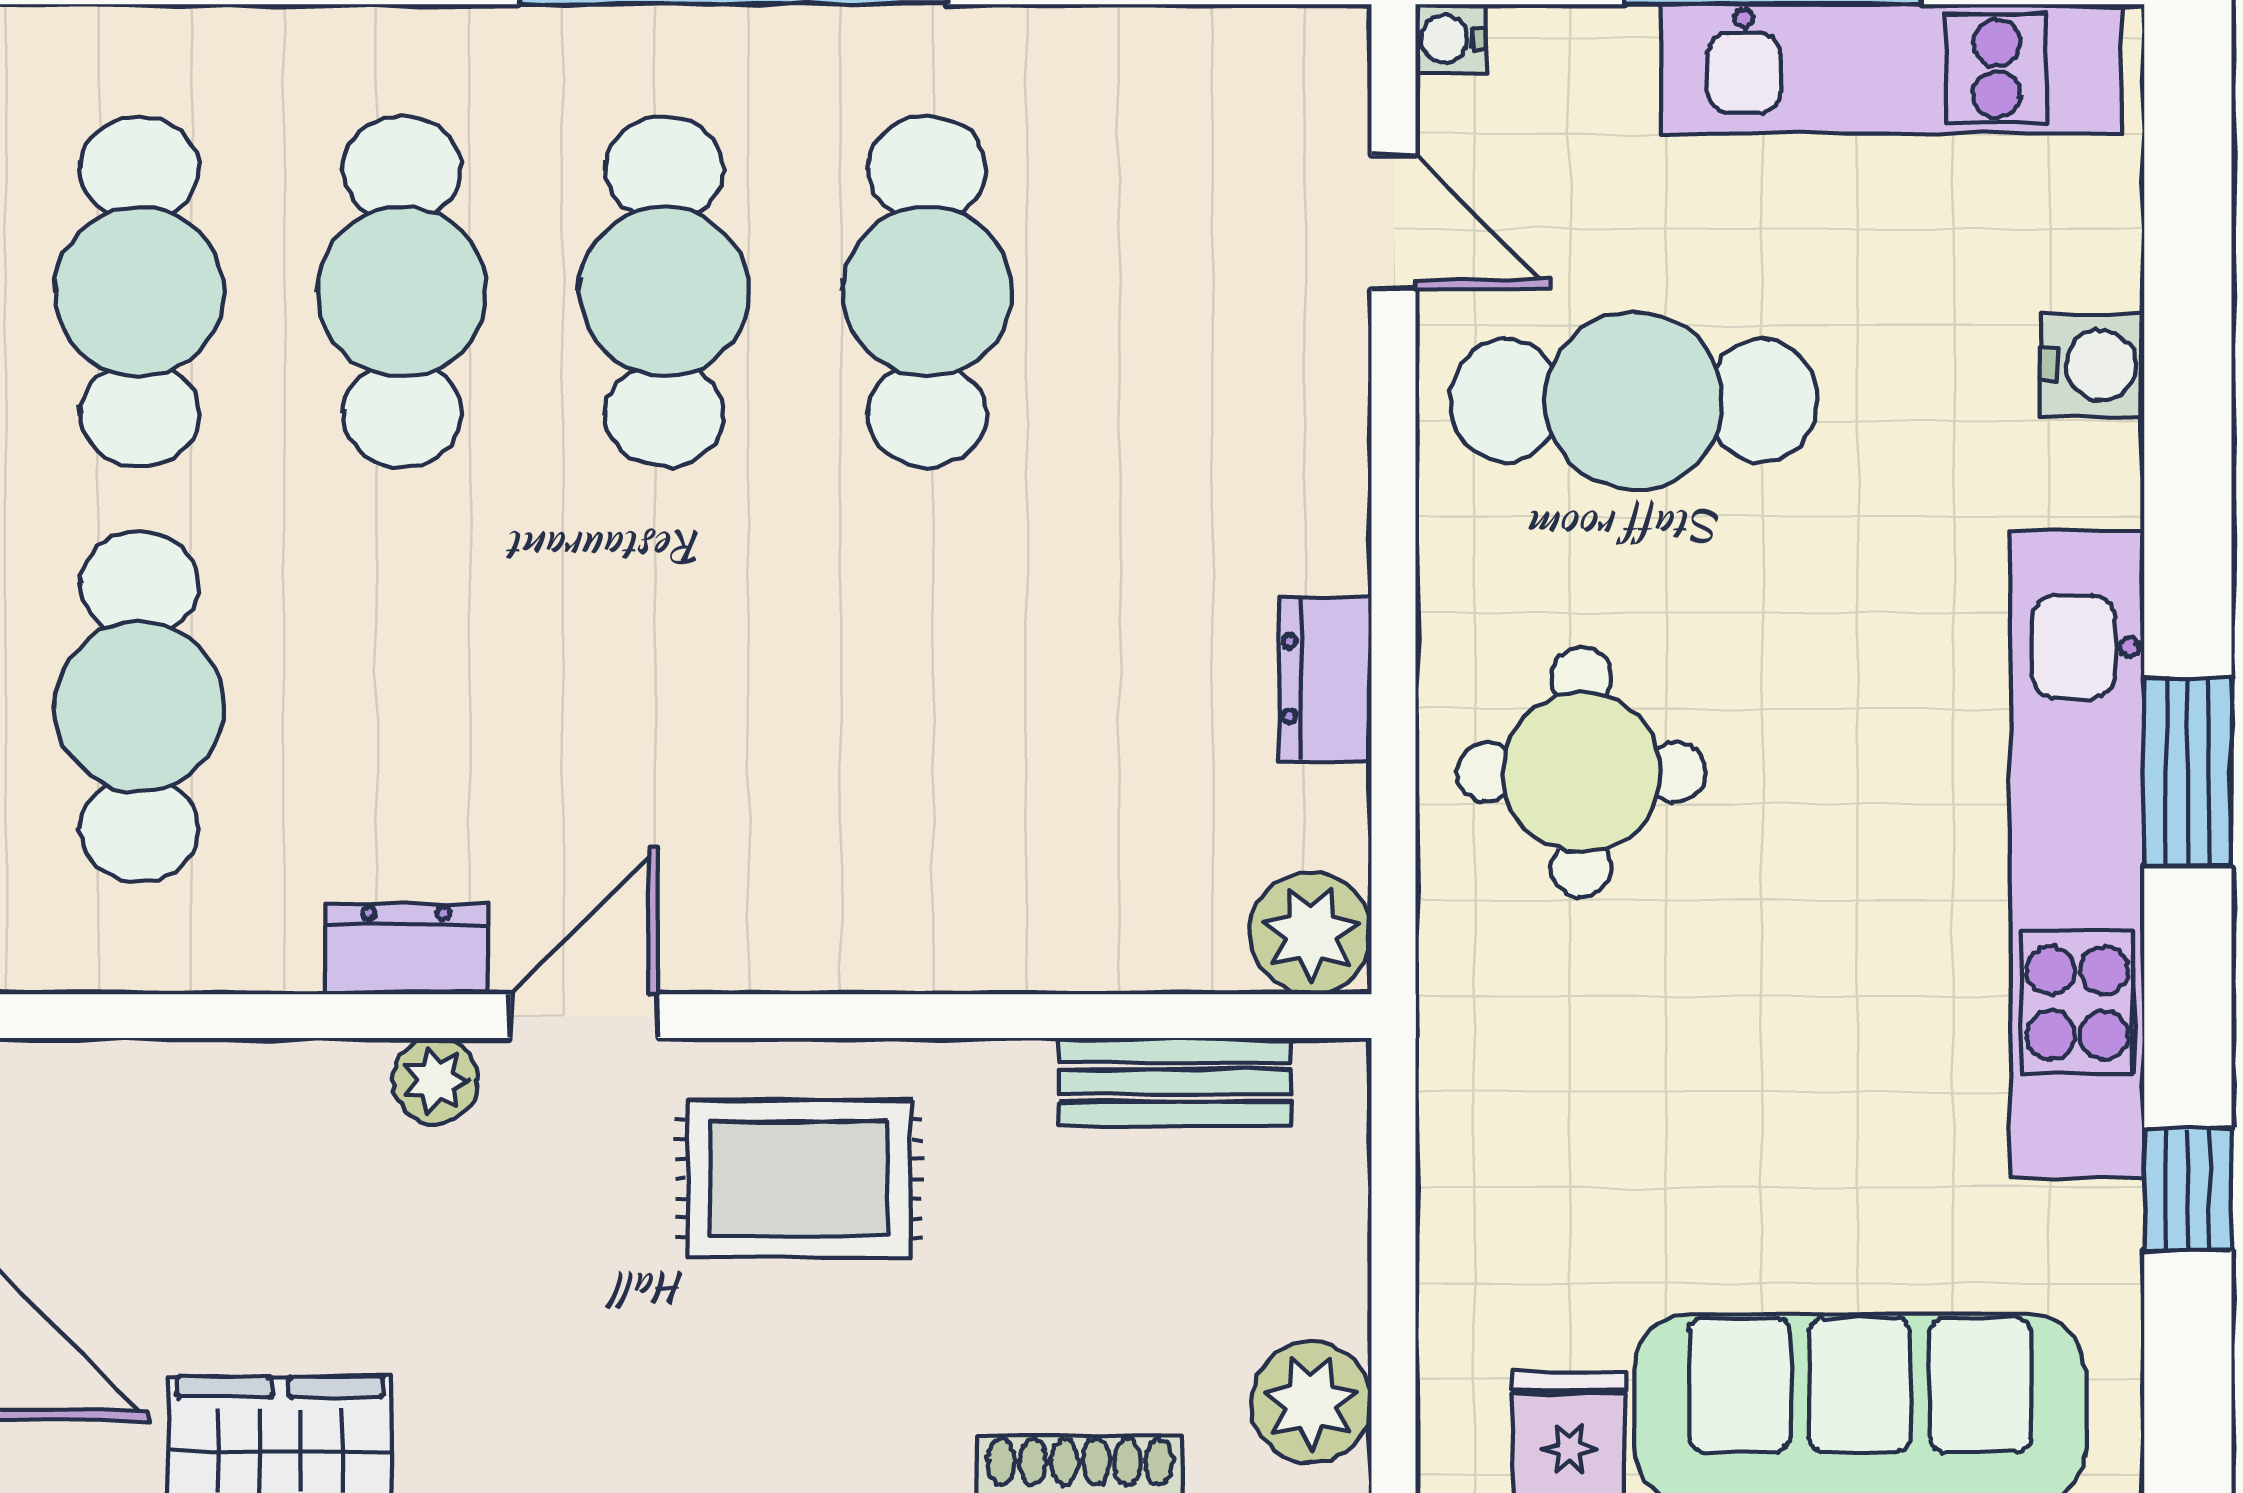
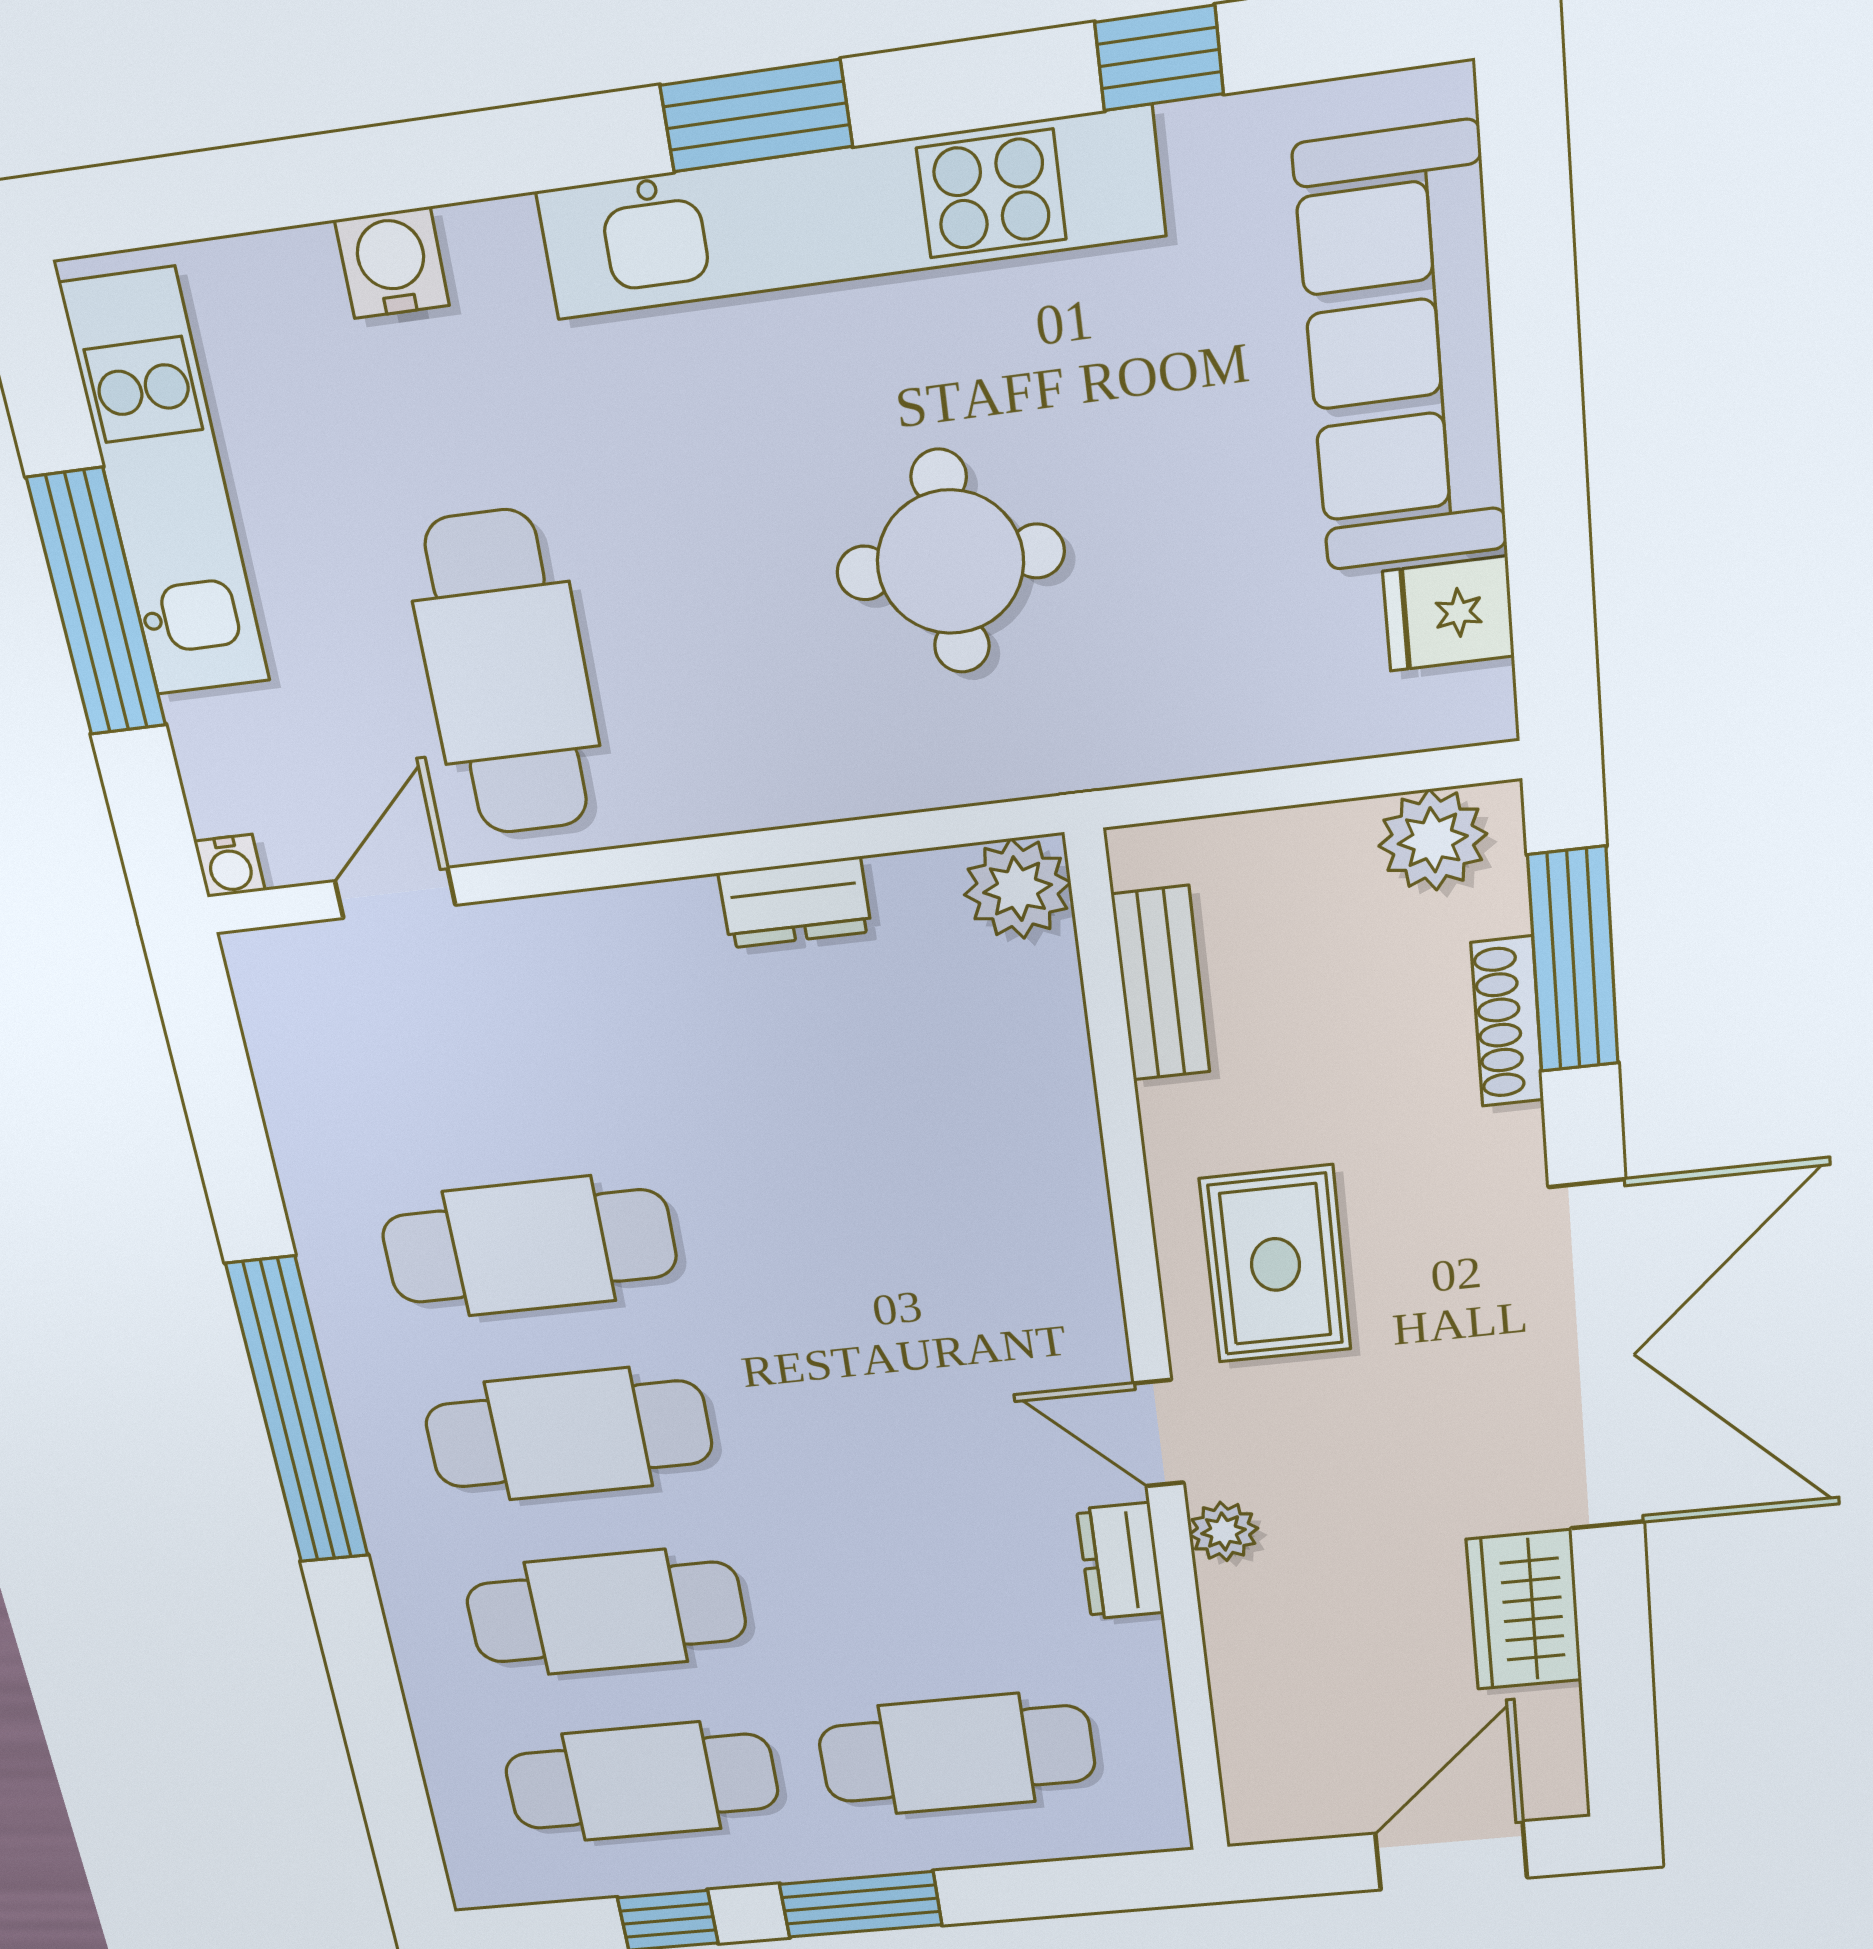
round table: (1581, 772) -> (950, 562), moved

